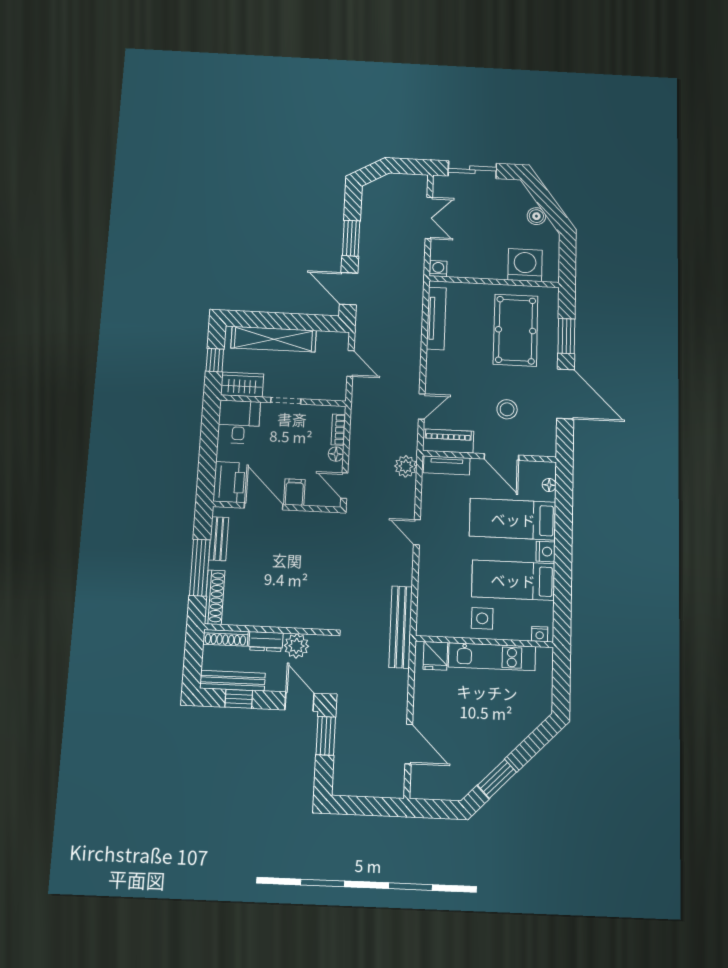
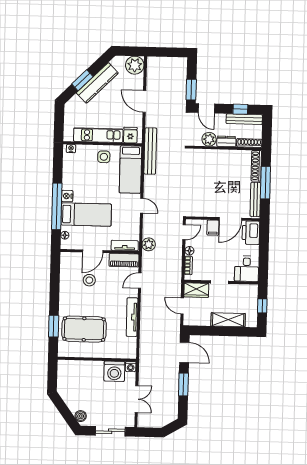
boiler: (536, 216) -> (81, 416), moved
double door: (429, 218) -> (137, 399), swing flipped
washing machine: (525, 265) -> (114, 371), moved
tv unit: (436, 318) -> (132, 317), moved
pool table: (516, 330) -> (84, 329), turned 90
shelving: (274, 339) -> (228, 320), width x0.68
wardrobe: (242, 385) -> (196, 290), moved
door: (565, 394) -> (55, 290), removed
door: (501, 457) -> (93, 251), swing flipped
door: (344, 486) -> (184, 232), hinge flipped
door: (264, 506) -> (230, 219), hinge flipped
window: (563, 534) -> (57, 206), added
bench: (219, 539) -> (255, 199), width x1.36
bed: (513, 580) -> (130, 170), moved, turned 90
door: (409, 744) -> (144, 101), moved
kitchen counter: (494, 751) -> (97, 83), added
window: (497, 779) -> (82, 80), moved
plant: (426, 783) -> (135, 65), added

